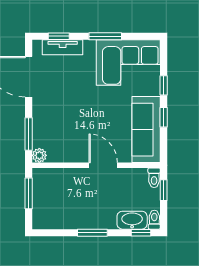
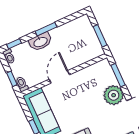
plant: (39, 155) -> (114, 95), moved, width x1.88, depth x1.88
door: (103, 165) -> (59, 77), swing flipped
washbasin: (132, 220) -> (40, 42), moved

